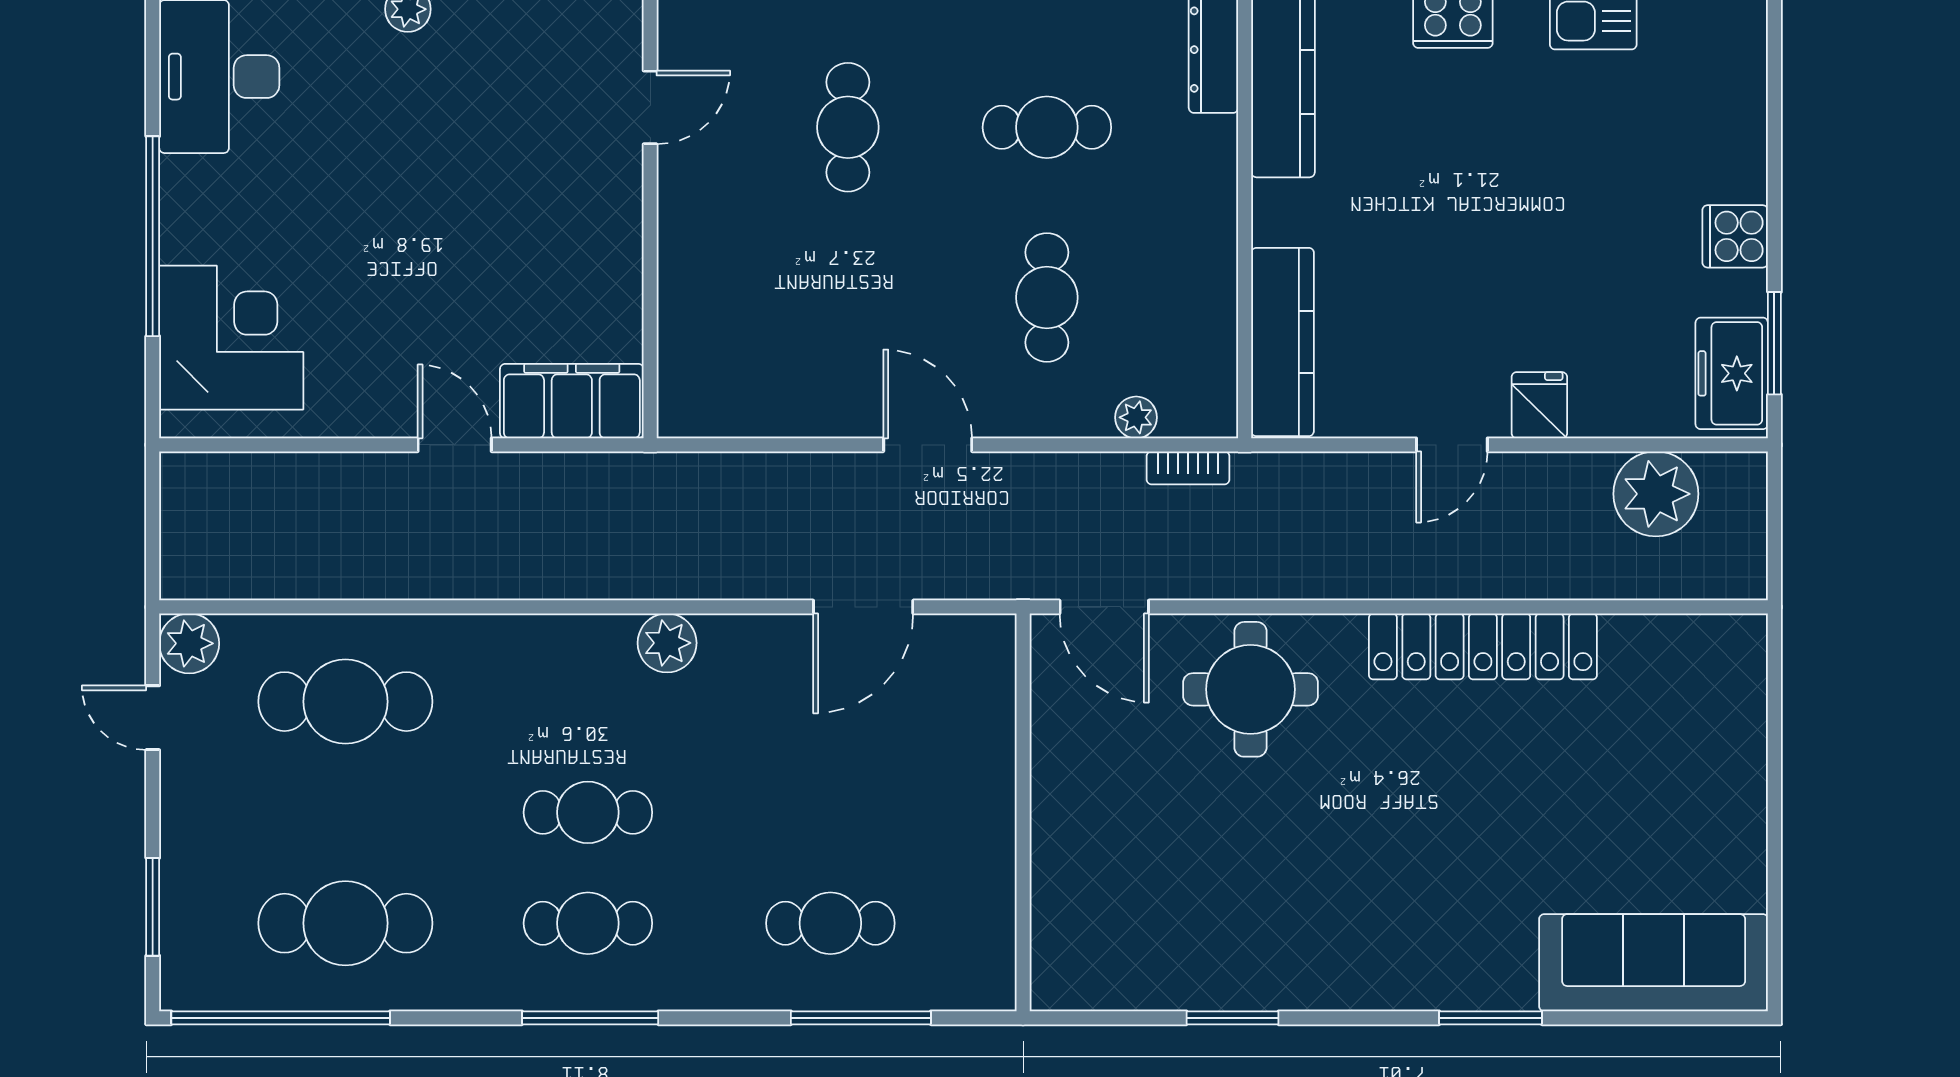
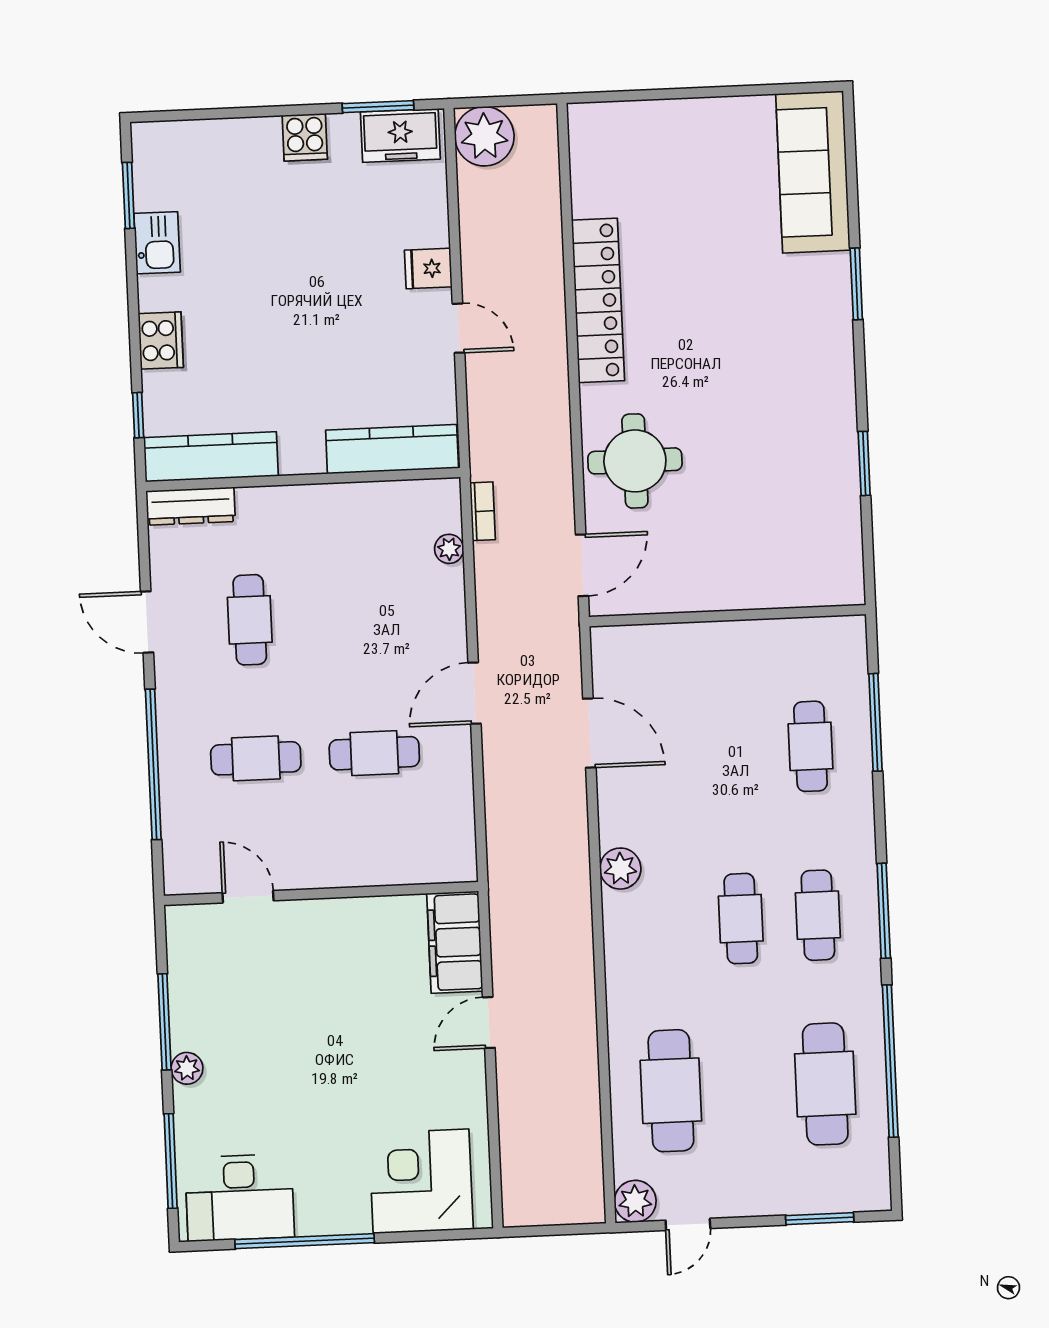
window: (153, 236) -> (305, 1241), moved
cafe table: (1047, 297) -> (374, 753), moved
plant: (1656, 494) -> (484, 136), moved
window: (281, 1018) -> (890, 1061), moved

